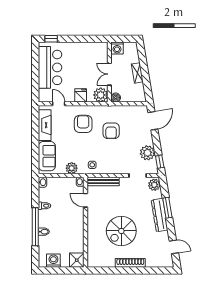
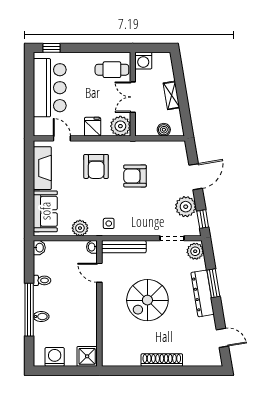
cafe table: (95, 54) -> (112, 70), added
boiler: (116, 98) -> (164, 130), moved
door: (153, 121) -> (196, 177), moved
armchair: (83, 124) -> (96, 166), turned 180
armchair: (111, 131) -> (135, 176), turned 90
spiral stairs: (121, 231) -> (147, 300), moved

